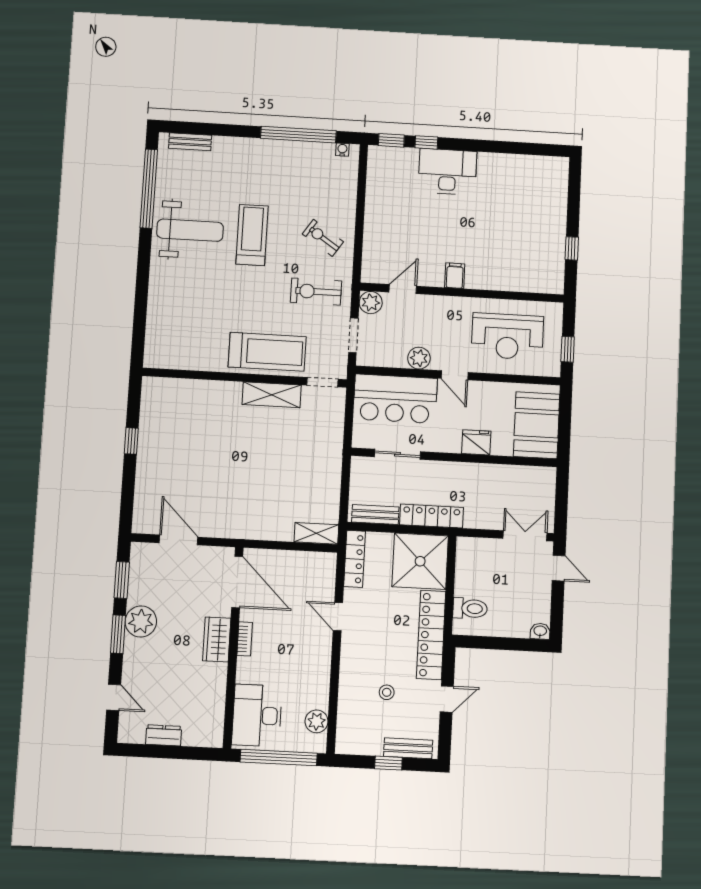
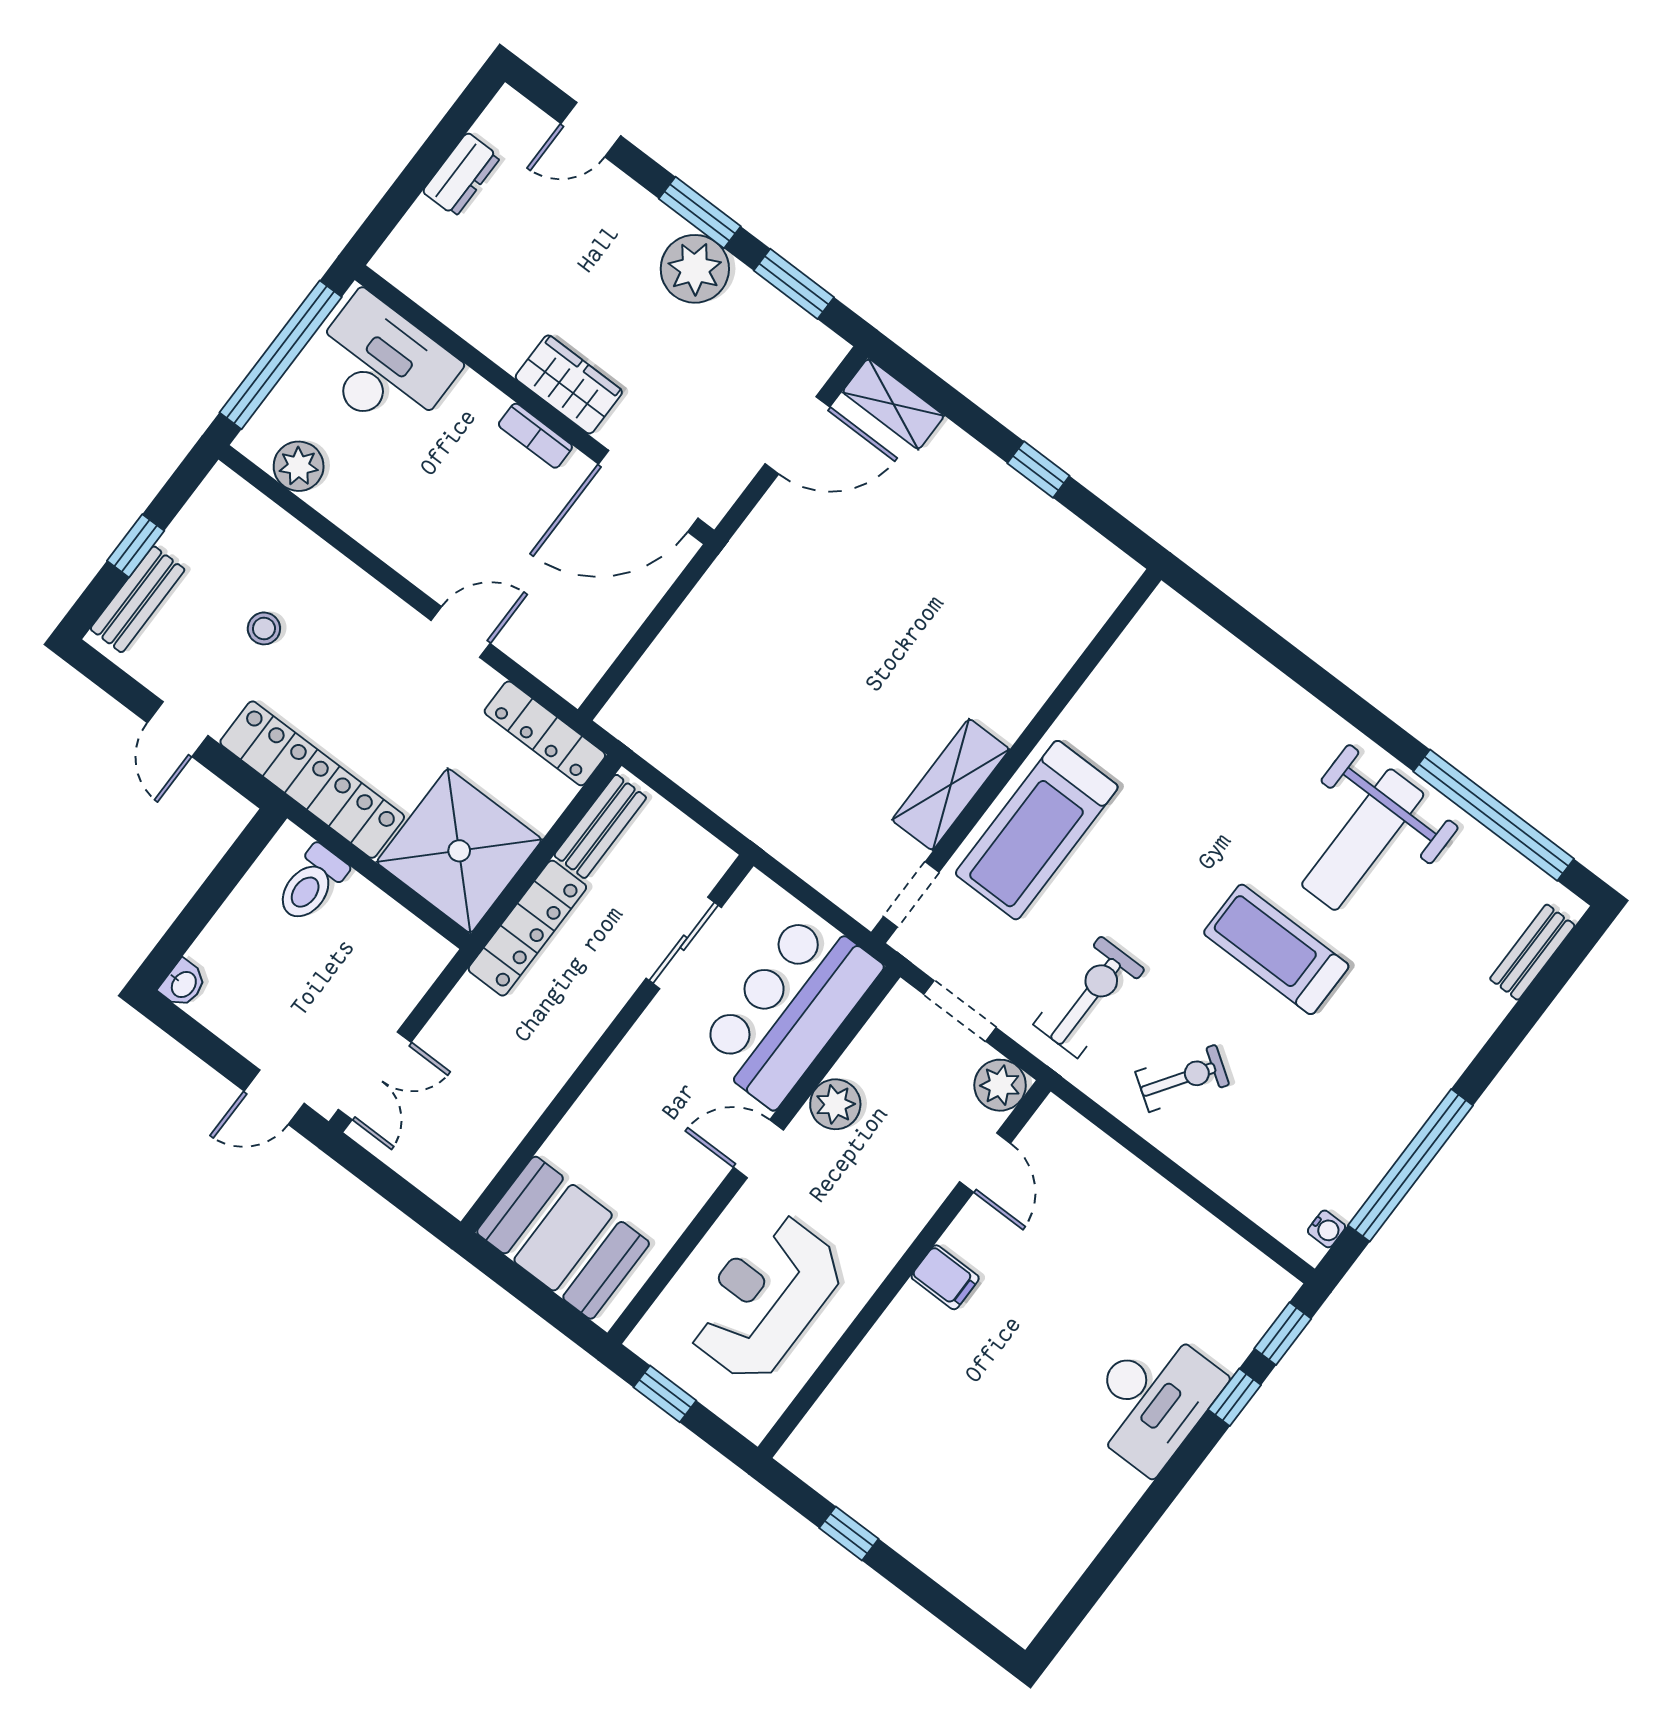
treadmill: (252, 235) -> (1276, 949), turned 180
fridge: (476, 442) -> (607, 1104), removed
shelving: (316, 533) -> (893, 404), moved, turned 90

